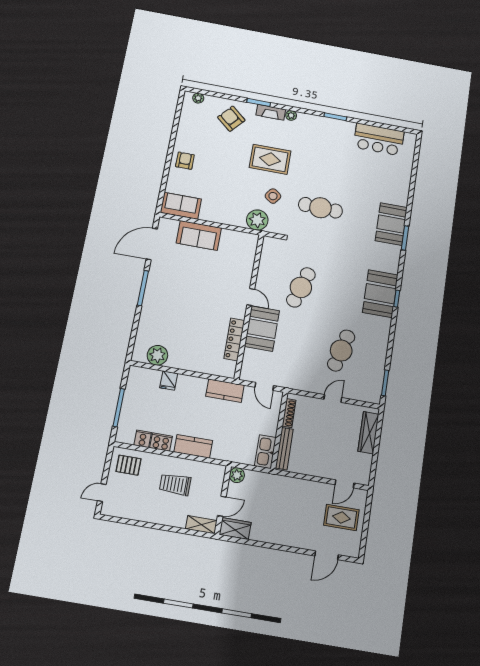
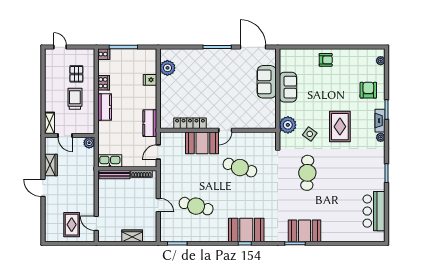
armchair: (231, 119) -> (368, 90), turned -41
sofa: (181, 206) -> (288, 87), moved
wardrobe: (368, 433) -> (132, 236), width x0.67
cooker: (143, 439) -> (104, 54), moved
pallet: (129, 465) -> (76, 74), moved
wardrobe: (235, 529) -> (51, 165), moved
door: (327, 555) -> (43, 188), moved

